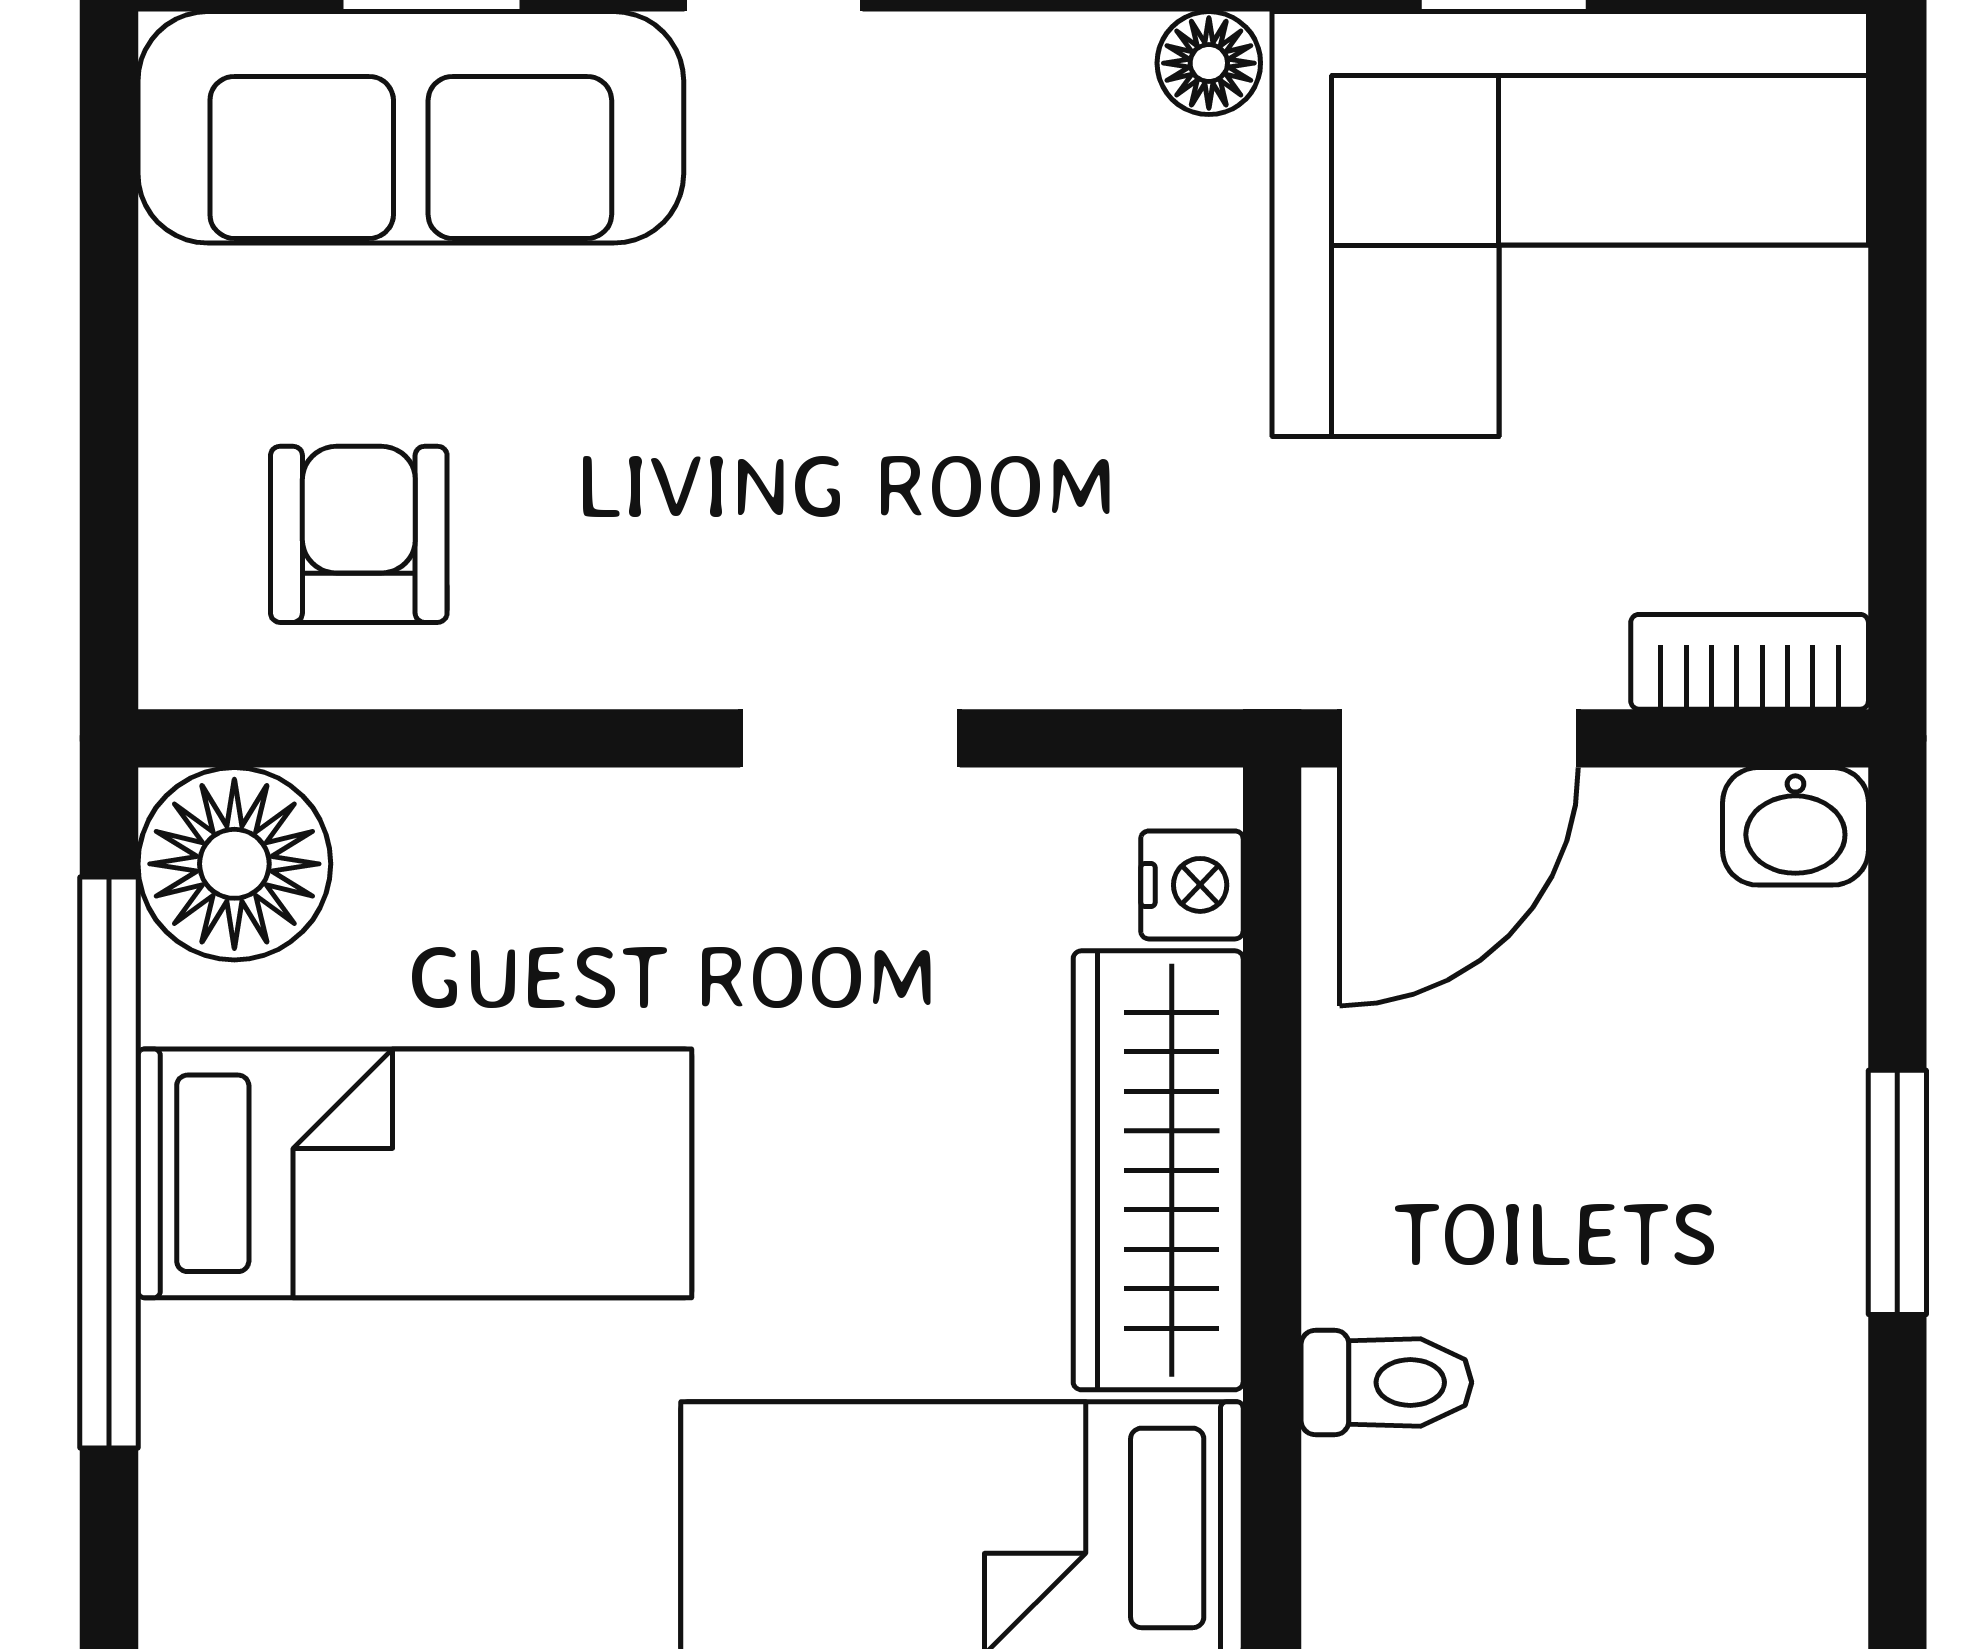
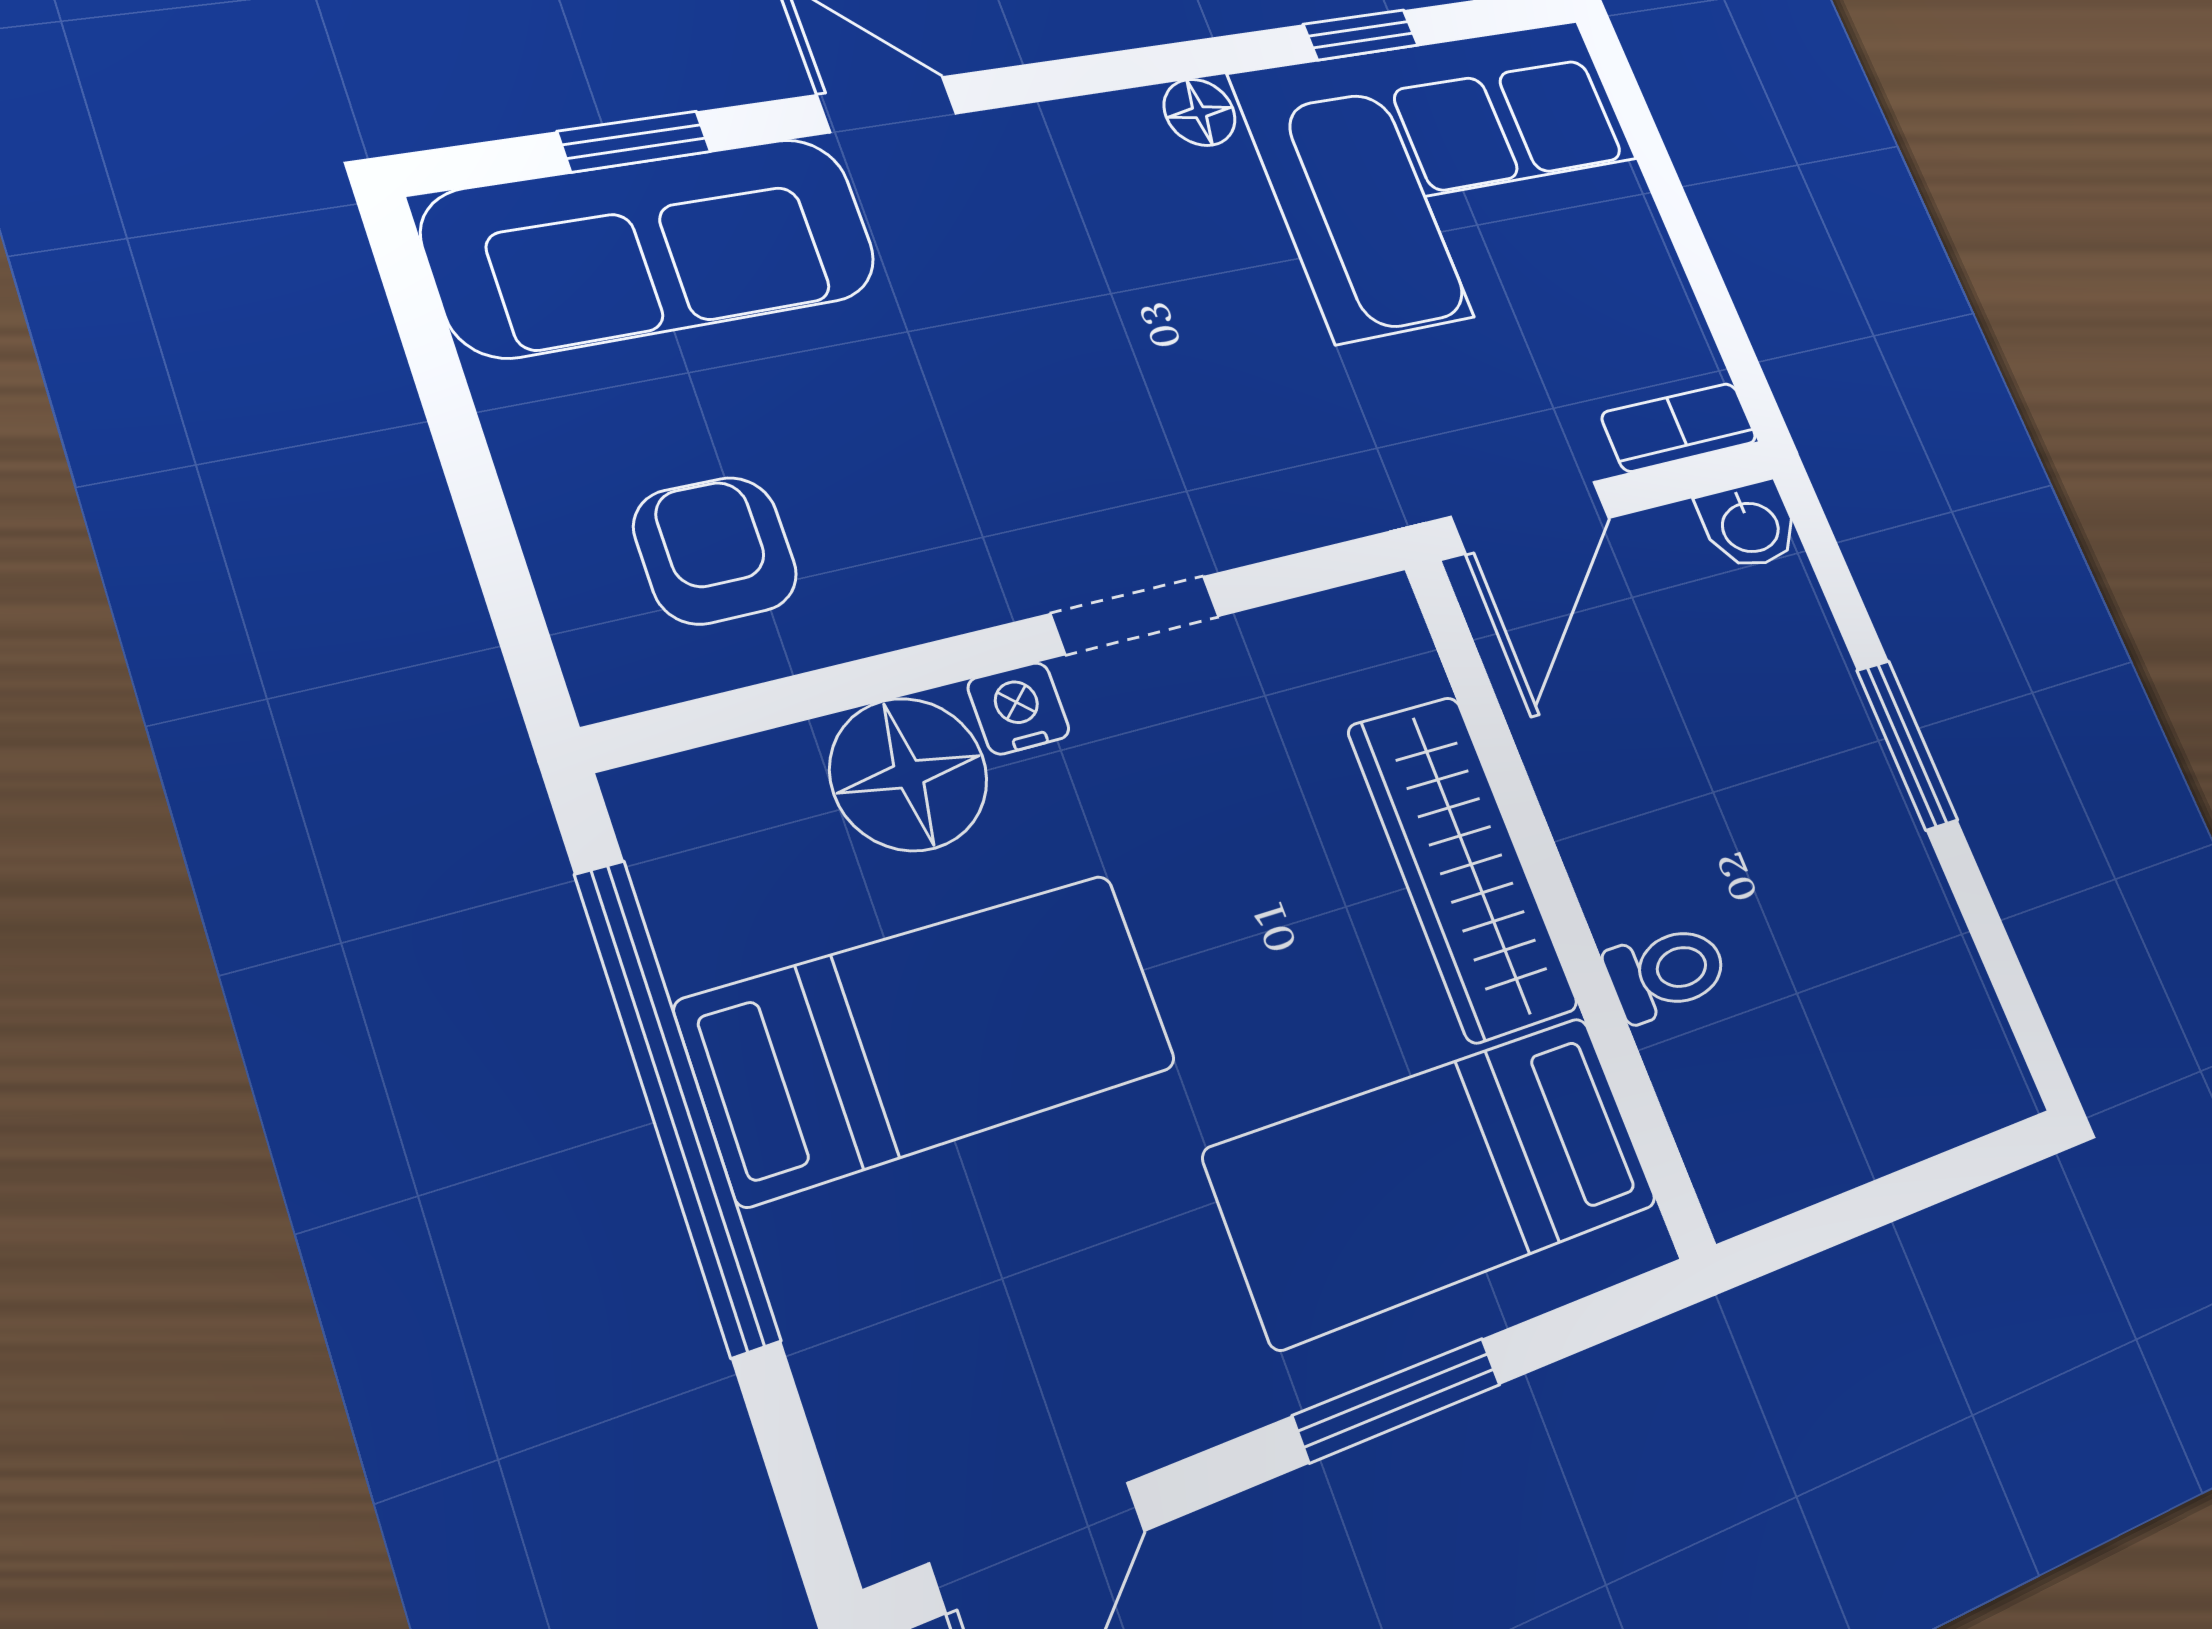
floor lamp: (234, 864) -> (909, 774), moved
nightstand: (1192, 885) -> (1019, 708), moved, turned -90

